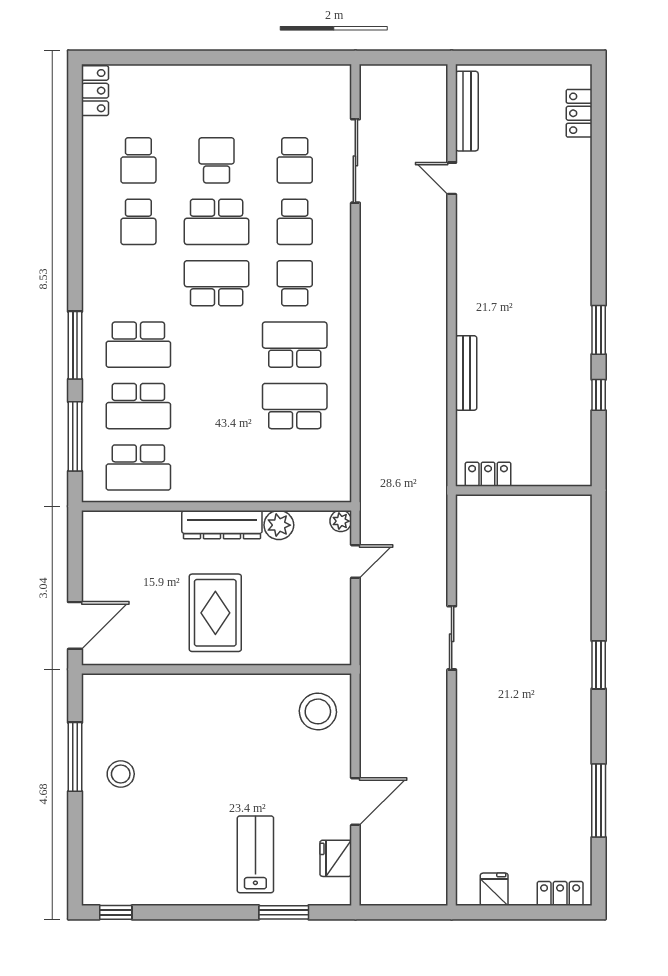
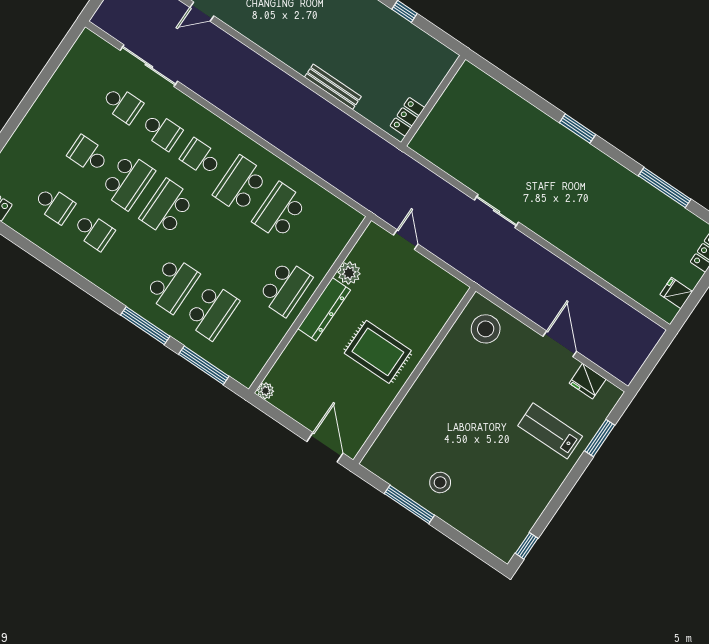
school desk: (138, 467) -> (285, 288), moved
plant: (341, 521) -> (266, 391), moved

